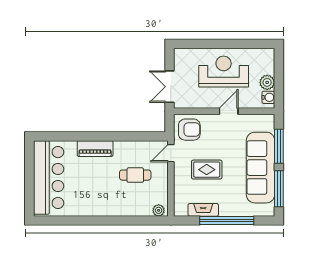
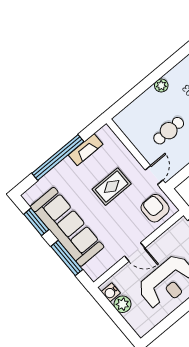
door: (229, 111) -> (135, 252), hinge flipped
armchair: (189, 130) -> (155, 208), turned 90
window: (279, 189) -> (36, 222), width x0.69
plant: (159, 210) -> (161, 86), moved

